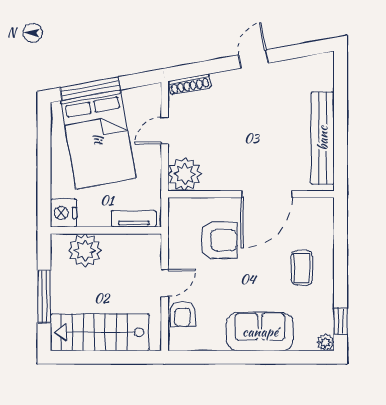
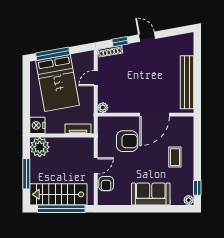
door: (253, 59) -> (147, 37), hinge flipped
window: (207, 68) -> (120, 42), added
plant: (185, 174) -> (103, 108), width x0.53, depth x0.53
plant: (85, 250) -> (40, 147), moved
window: (105, 357) -> (61, 209), added

